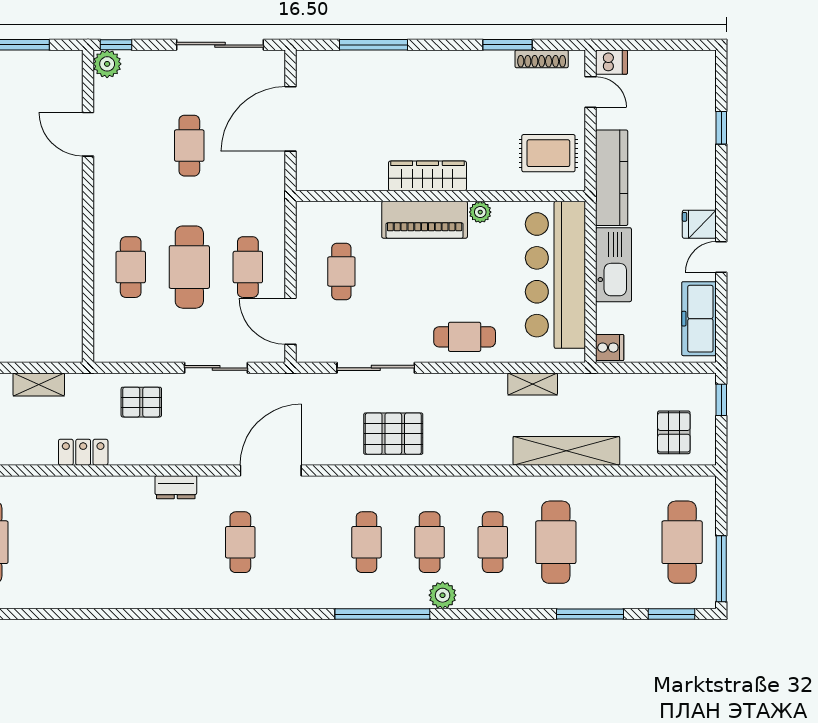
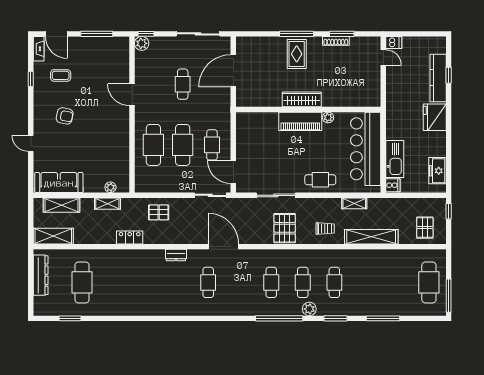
window: (373, 45) -> (297, 34), moved
shoe rack: (542, 59) -> (336, 41), moved
door: (88, 134) -> (132, 95), moved
rug: (548, 153) -> (297, 54), moved, turned 90
kitchen counter: (612, 178) -> (438, 78), moved, turned 180
fridge: (699, 224) -> (435, 117), width x1.88, depth x1.34
door: (721, 257) -> (449, 140), removed
kitchen sink: (613, 265) -> (395, 159), moved
cafe table: (131, 267) -> (153, 145), width x1.37, depth x1.35
cafe table: (341, 271) -> (259, 147), removed
freezer: (699, 319) -> (437, 171), width x0.71
plant: (45, 352) -> (110, 187), added
sliding door: (216, 368) -> (210, 195), moved
pallet: (393, 434) -> (285, 228), turned 90
trolley: (474, 434) -> (325, 228), added
door: (271, 470) -> (223, 247), hinge flipped
cafe table: (556, 542) -> (366, 282), removed
window: (672, 614) -> (335, 318), moved

